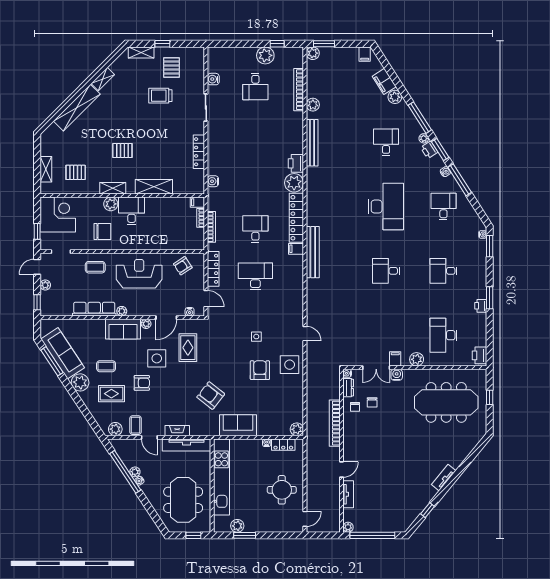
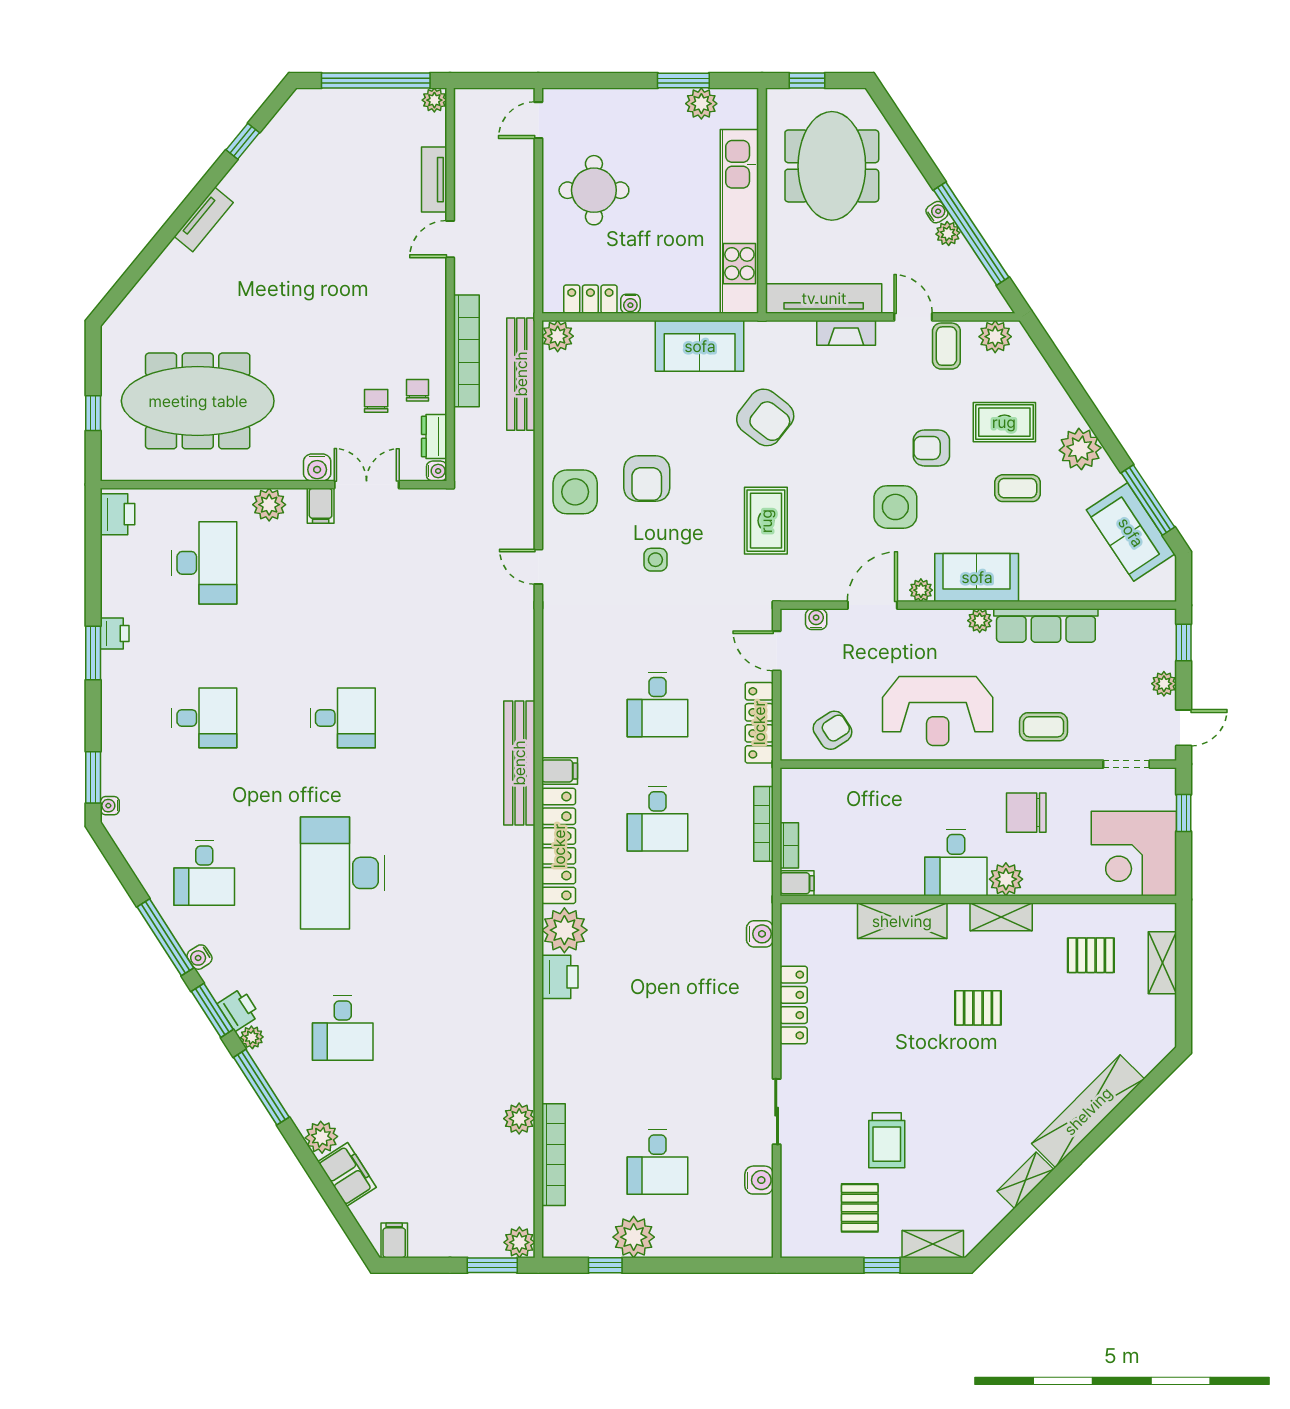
desk: (255, 87) -> (658, 1162), turned 180
trolley: (160, 96) -> (887, 1140), turned 90
bench: (312, 143) -> (521, 374), moved
desk: (255, 276) -> (658, 704), width x0.73
rug: (188, 348) -> (766, 521), moved
sofa: (63, 353) -> (1131, 532), width x0.73

